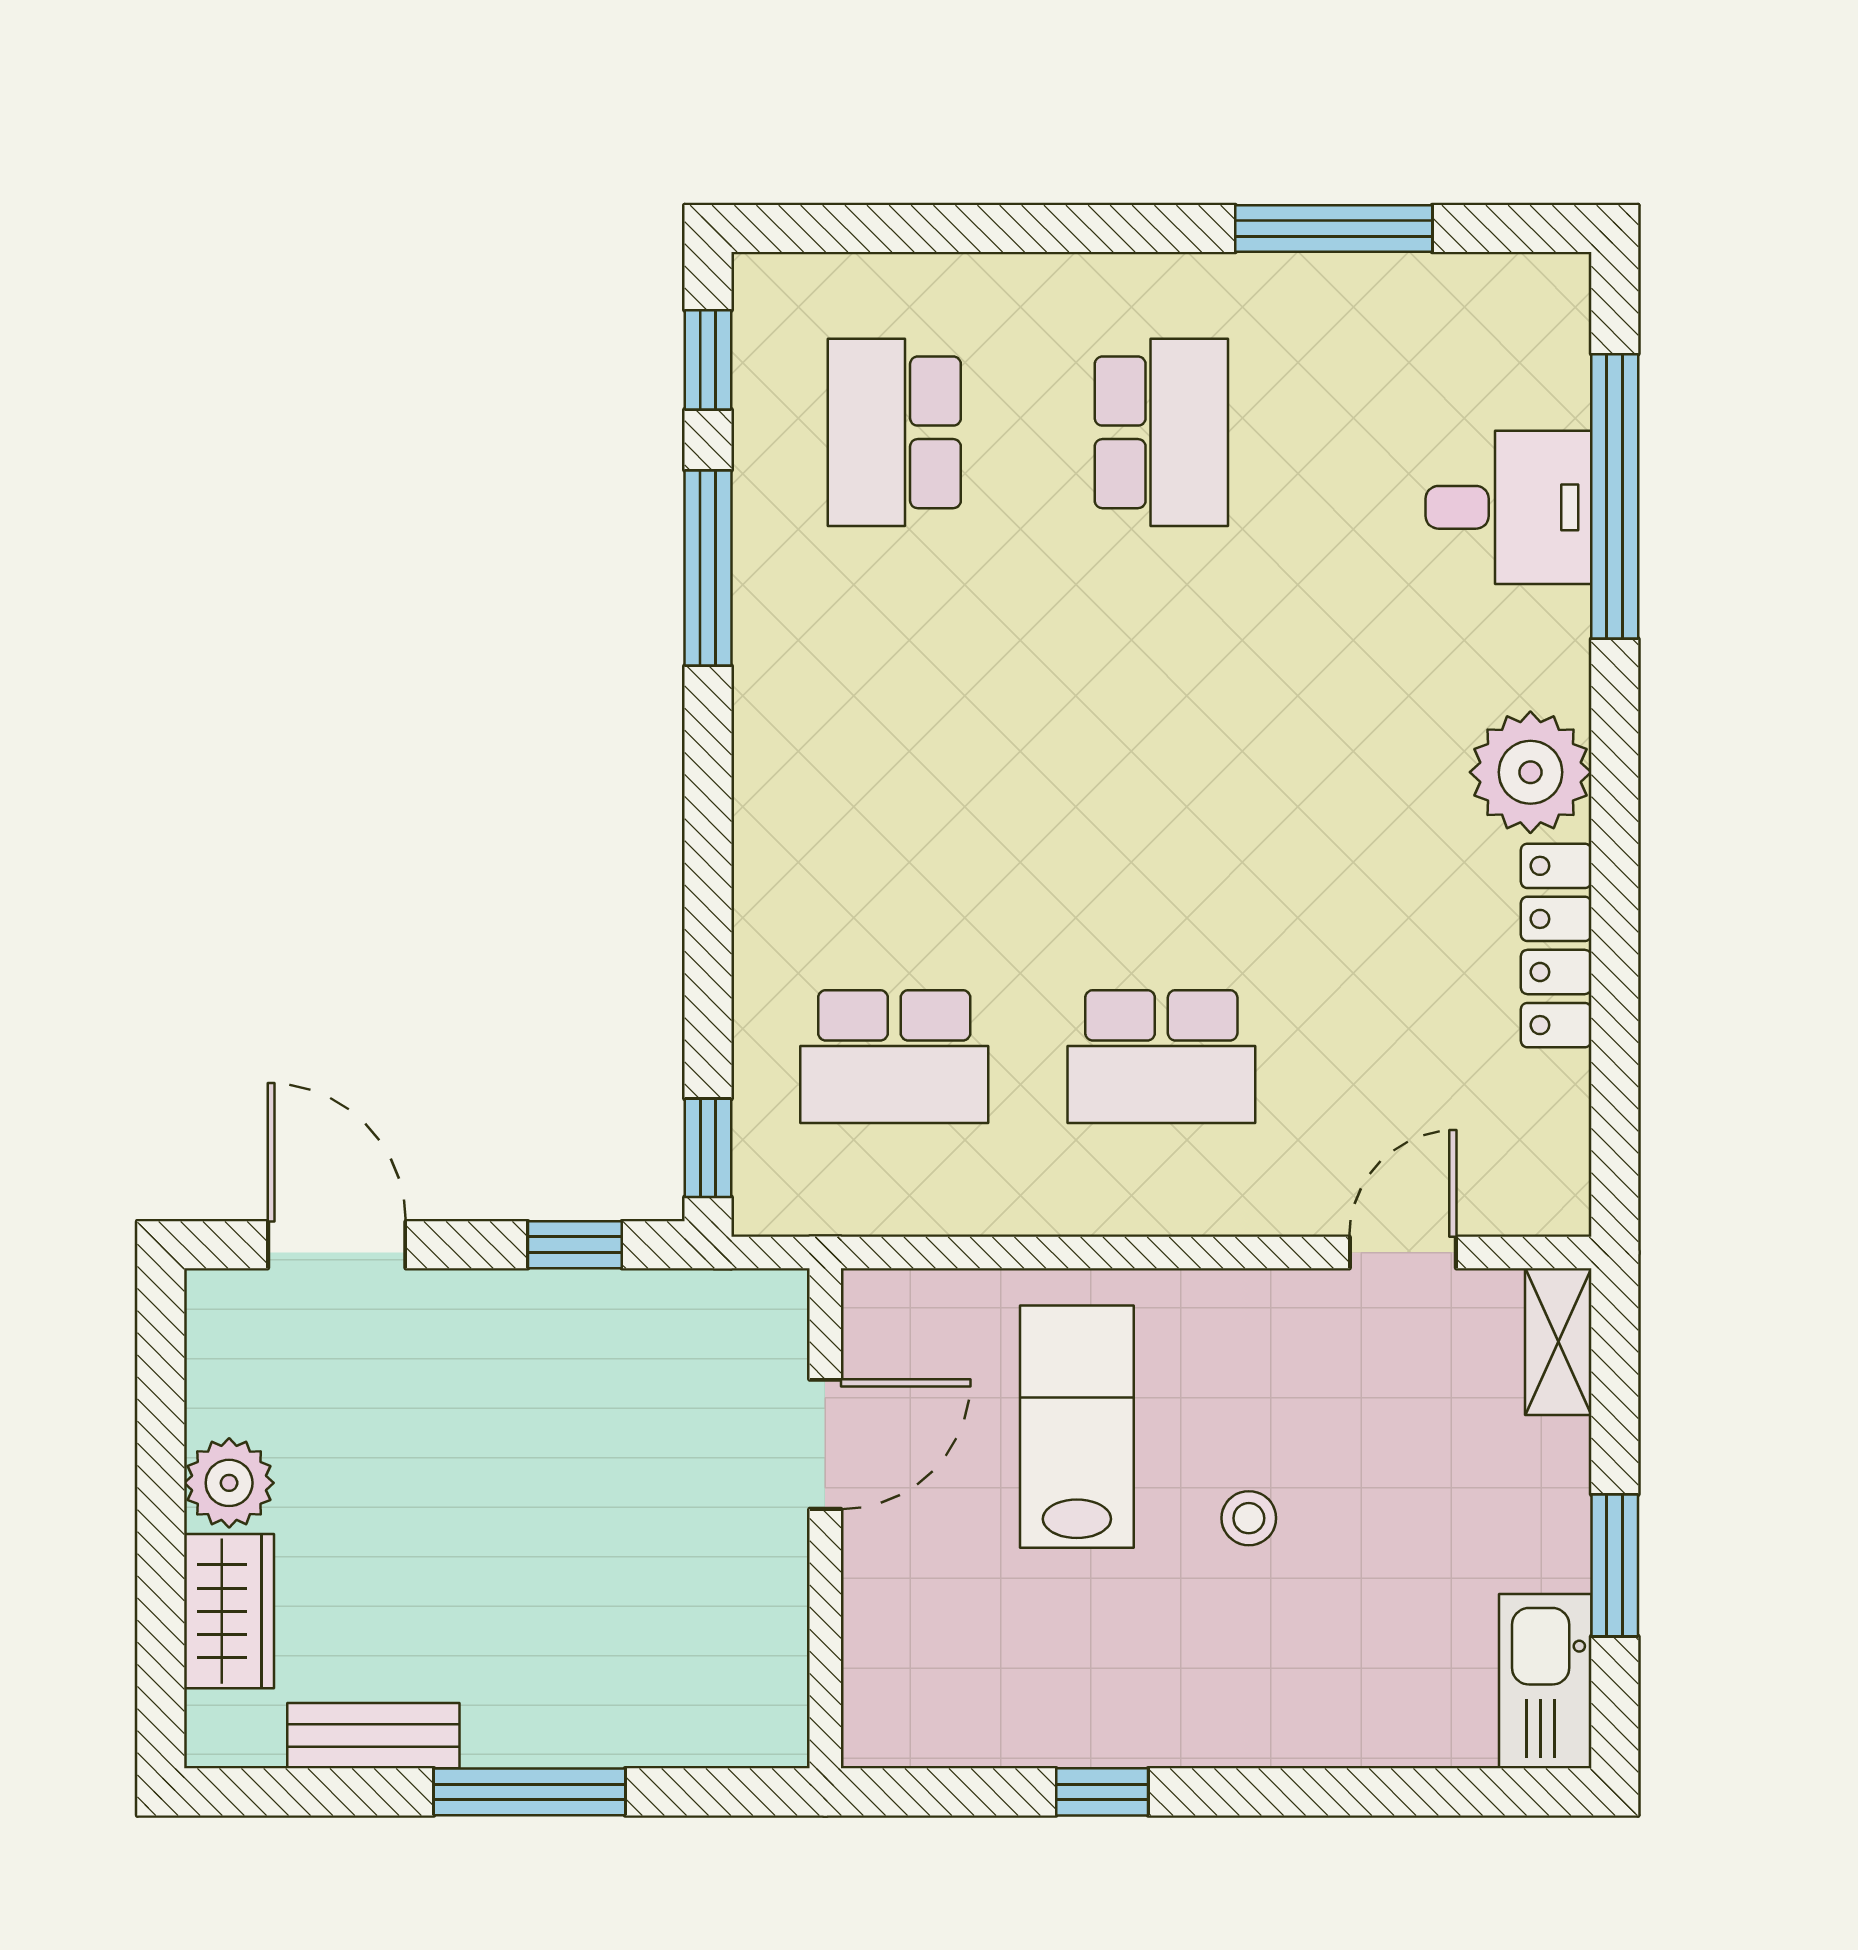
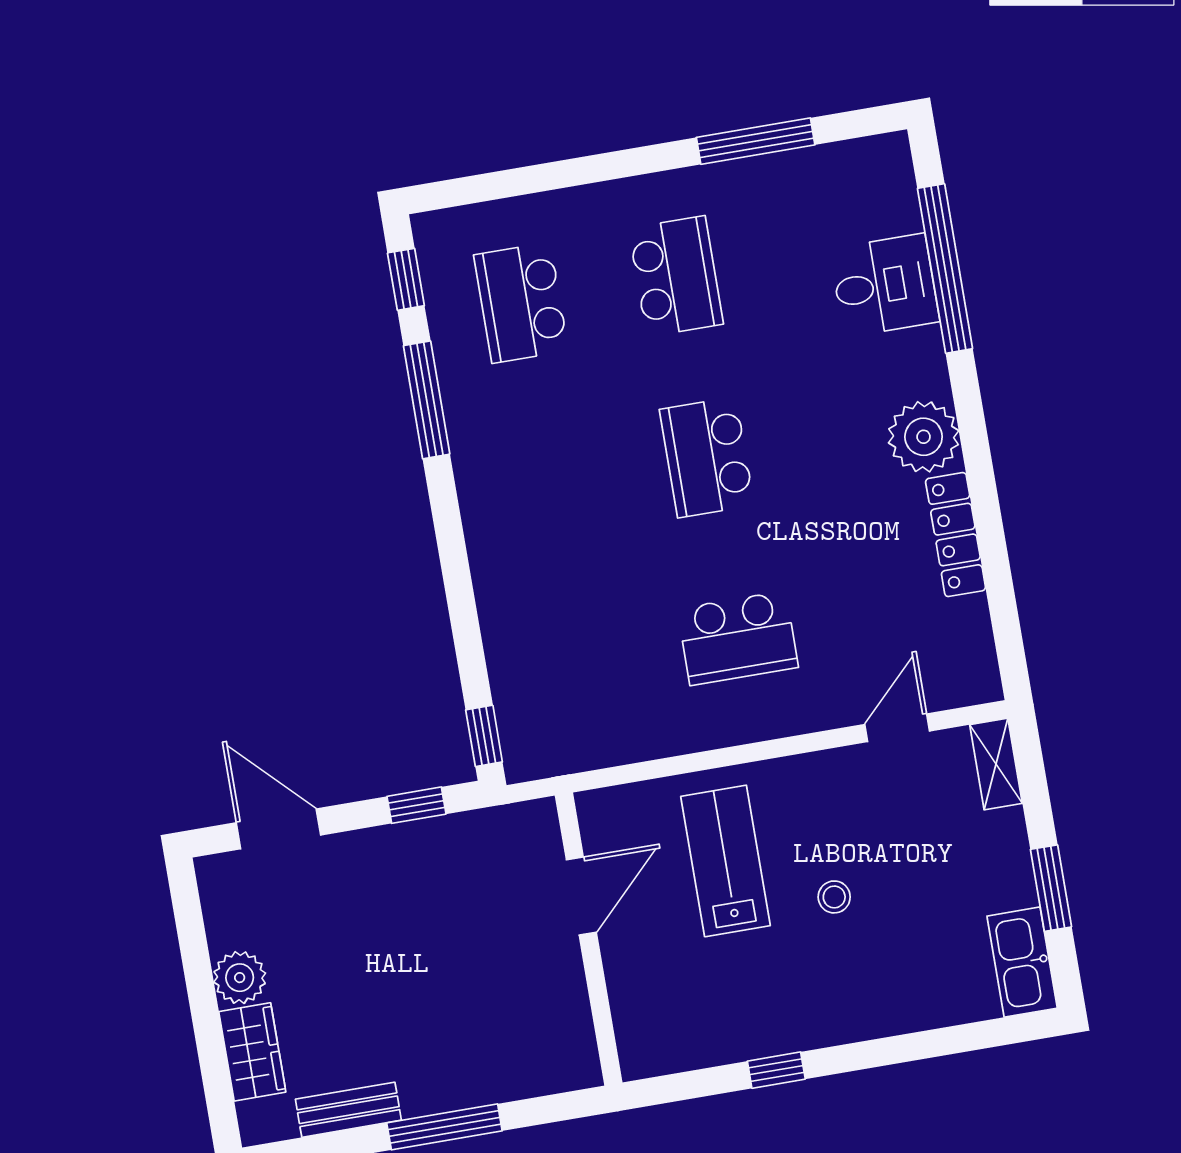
school desk: (894, 1057) -> (707, 457), moved, turned 90

